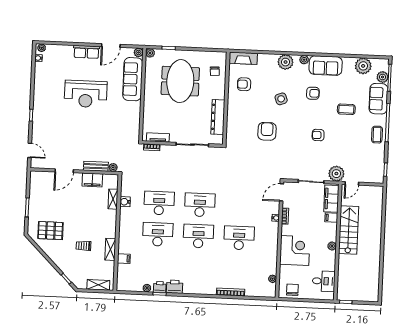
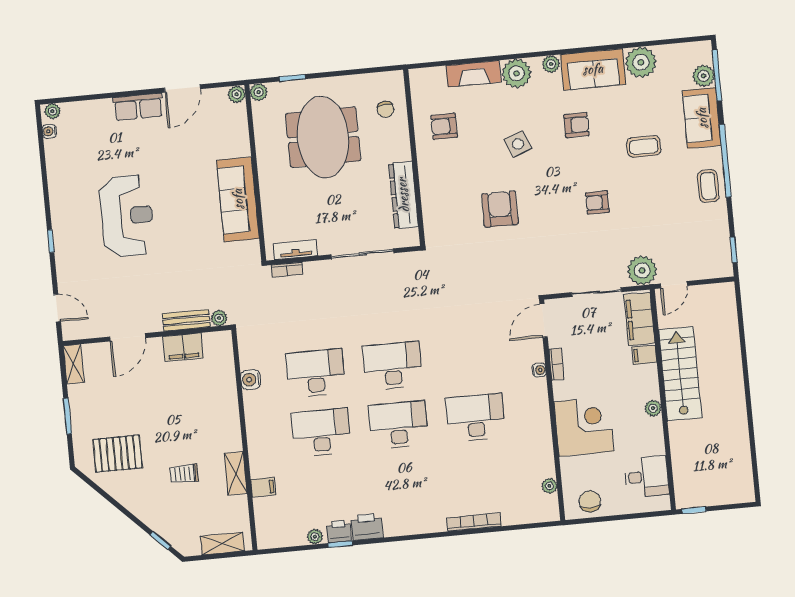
fireplace: (243, 58) -> (473, 74), moved
plant: (363, 66) -> (641, 62), moved
sofa: (133, 79) -> (238, 199), moved
reception desk: (86, 94) -> (127, 216), moved, turned -90
shelving: (113, 199) -> (74, 364), moved

